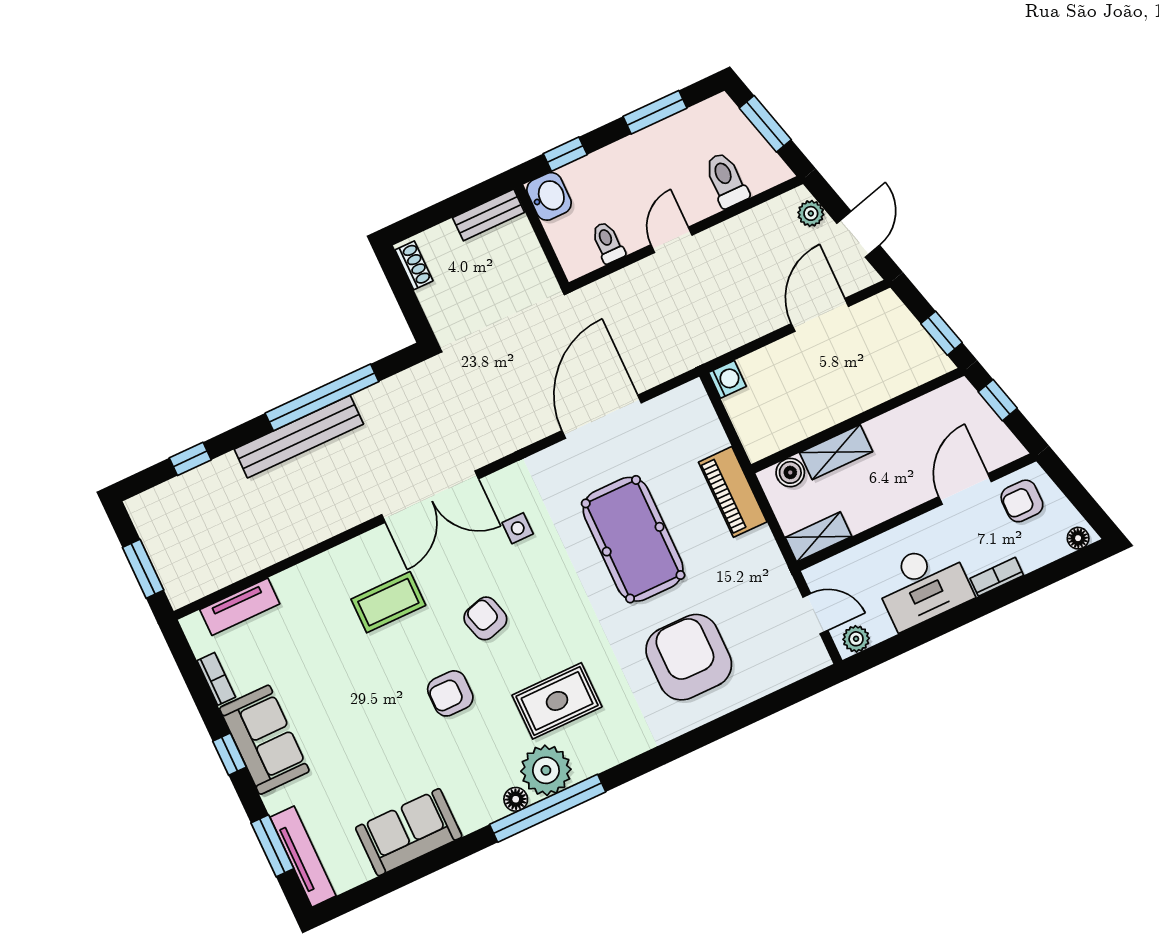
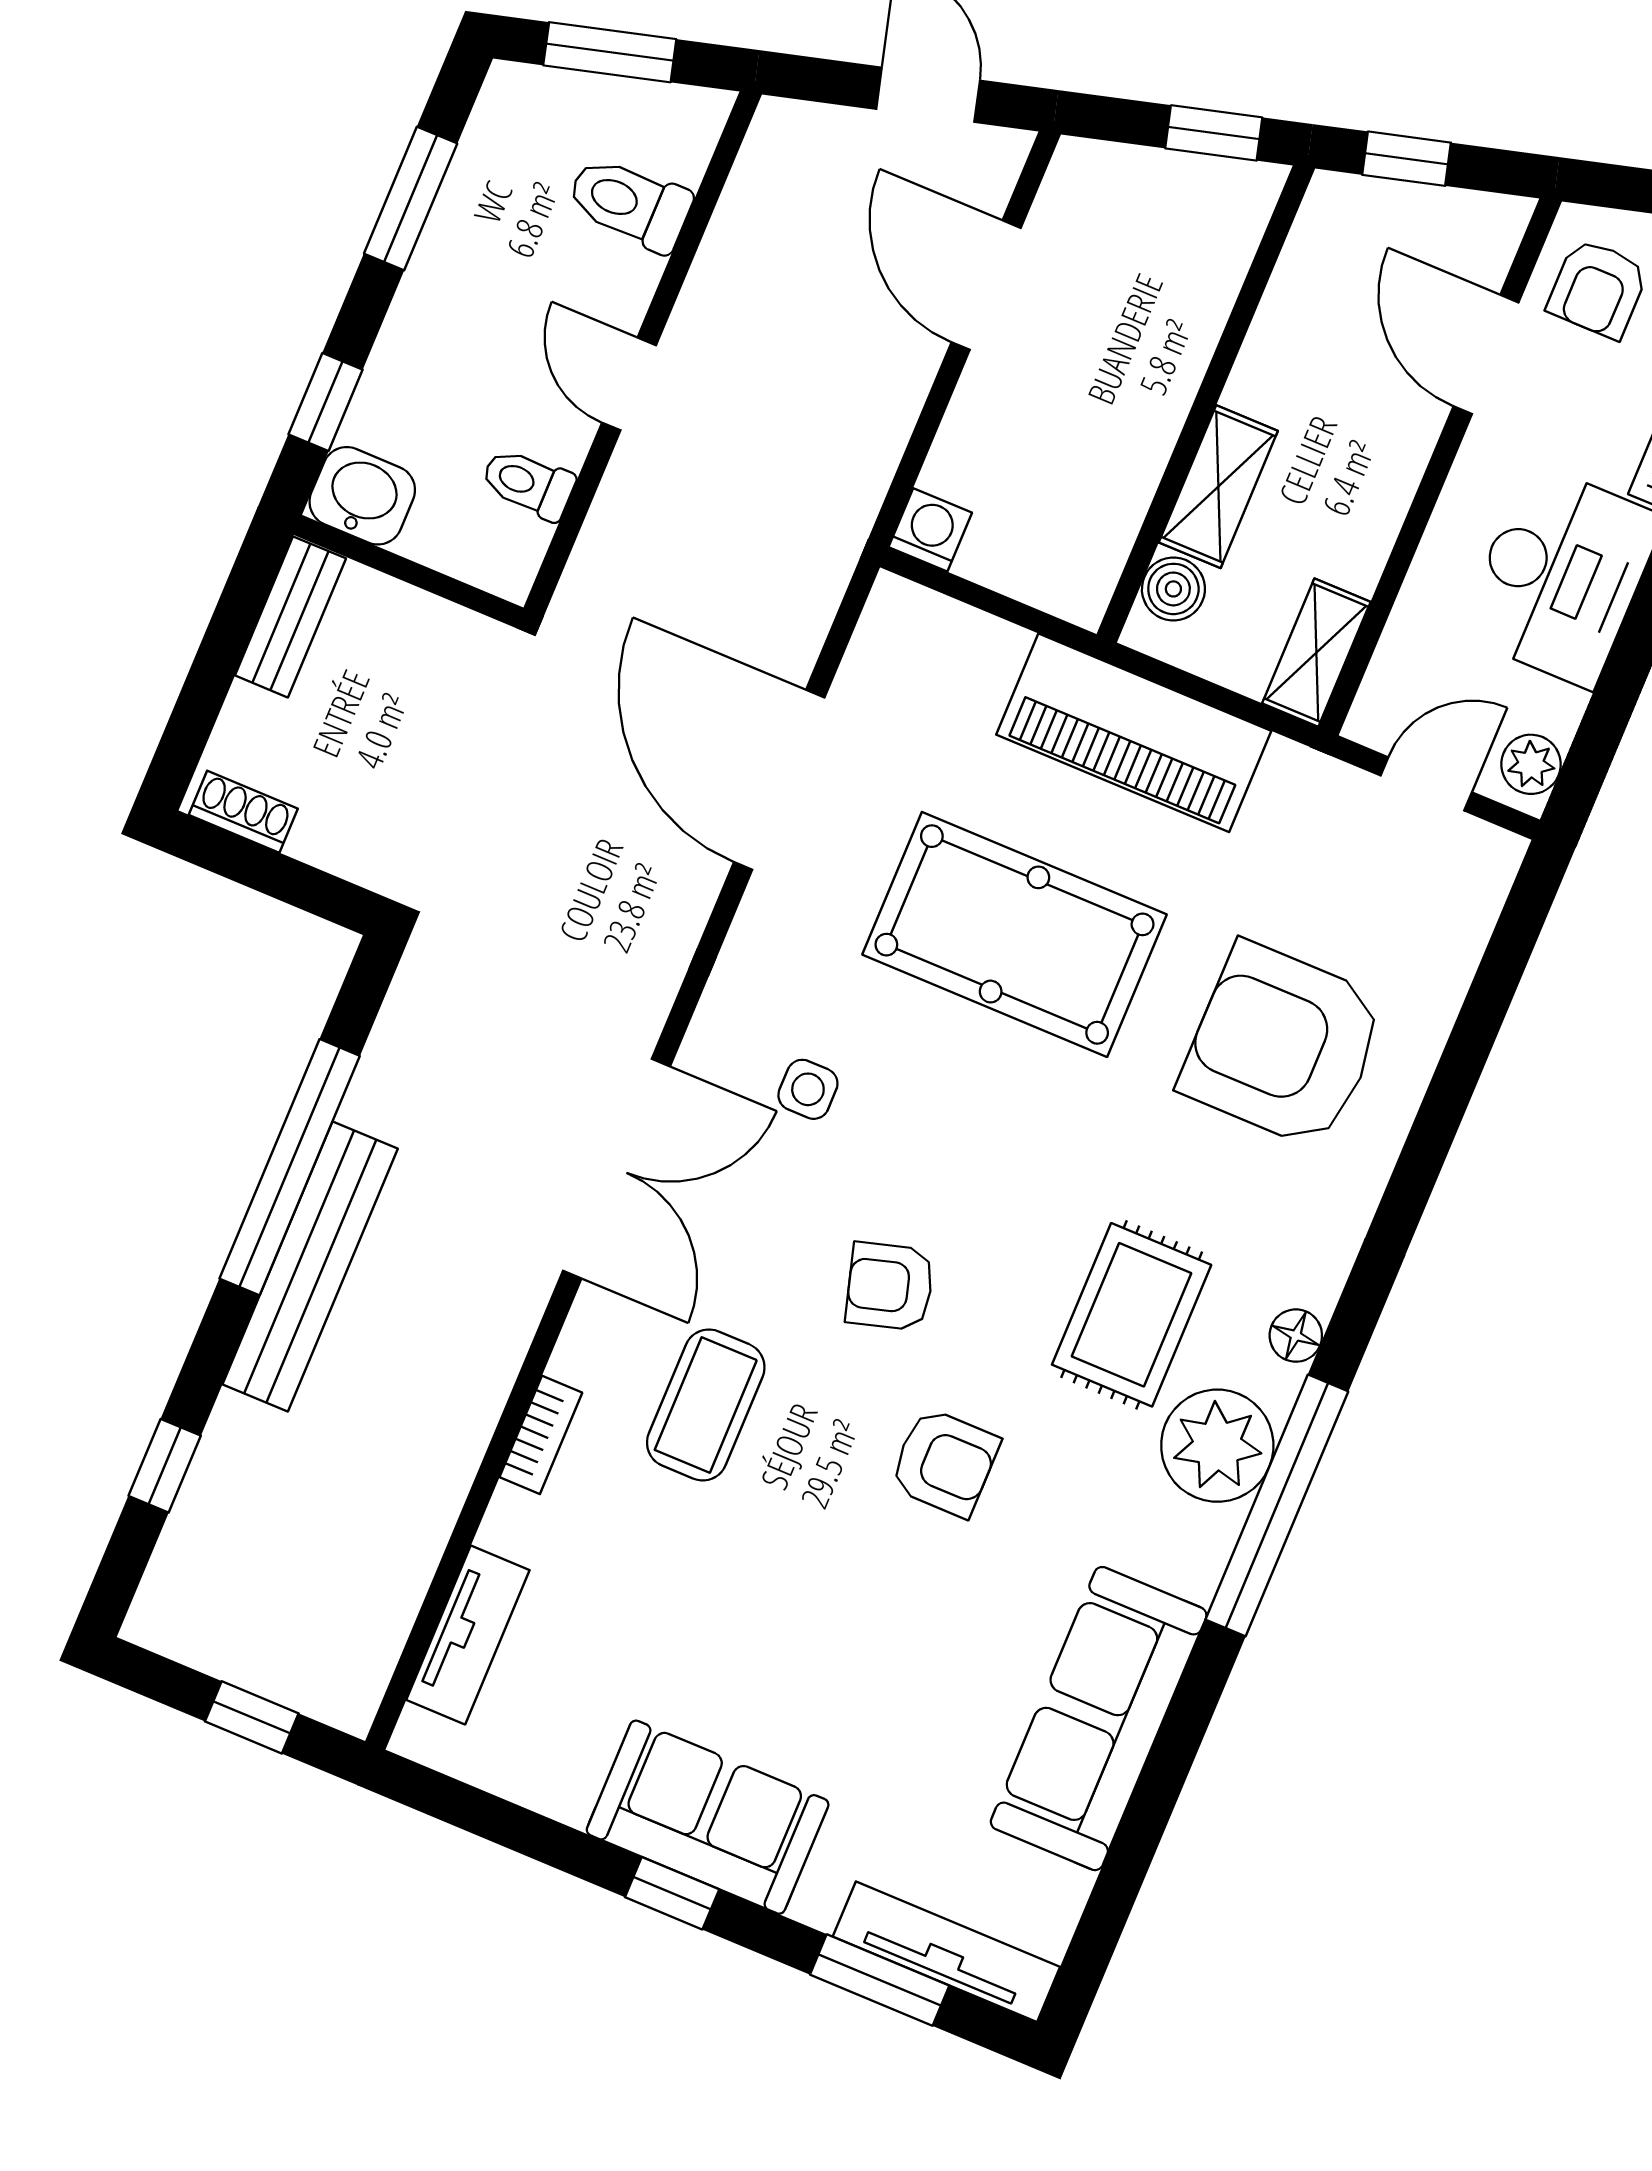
plant: (811, 213) -> (819, 132), removed
piano: (733, 492) -> (1134, 733), width x1.37, depth x1.33
window: (143, 569) -> (252, 1717), width x0.67
bookcase: (216, 679) -> (541, 1435), moved, turned 90
armchair: (450, 693) -> (945, 1462), turned -90
floor lamp: (516, 799) -> (1296, 1336), moved
sofa: (409, 832) -> (1099, 1719), width x1.36

